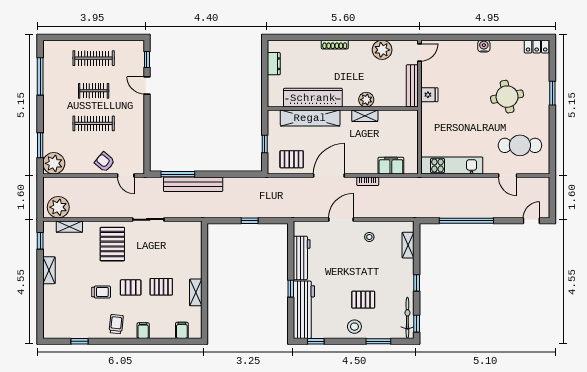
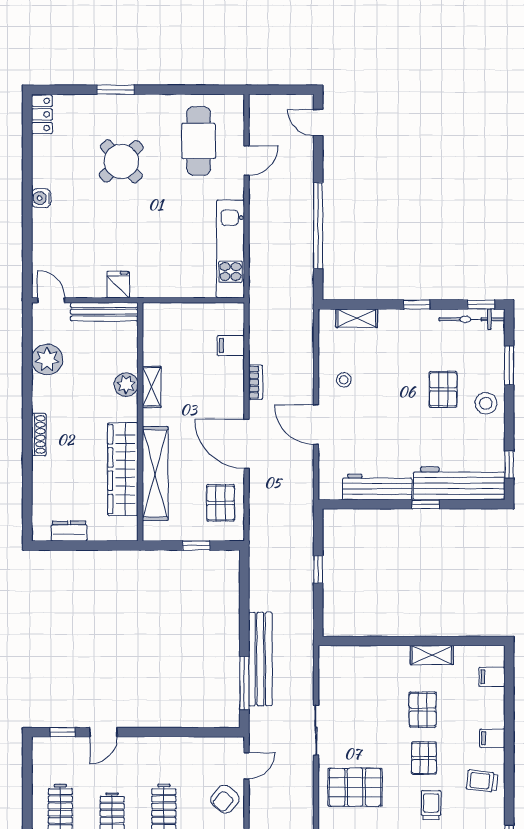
round table: (507, 97) -> (121, 161), turned -31
filing cabinet: (391, 166) -> (231, 345), width x0.50

